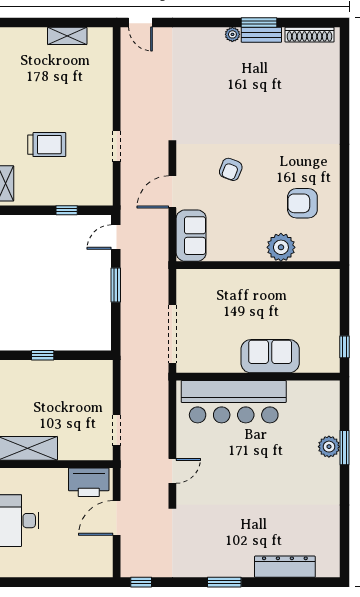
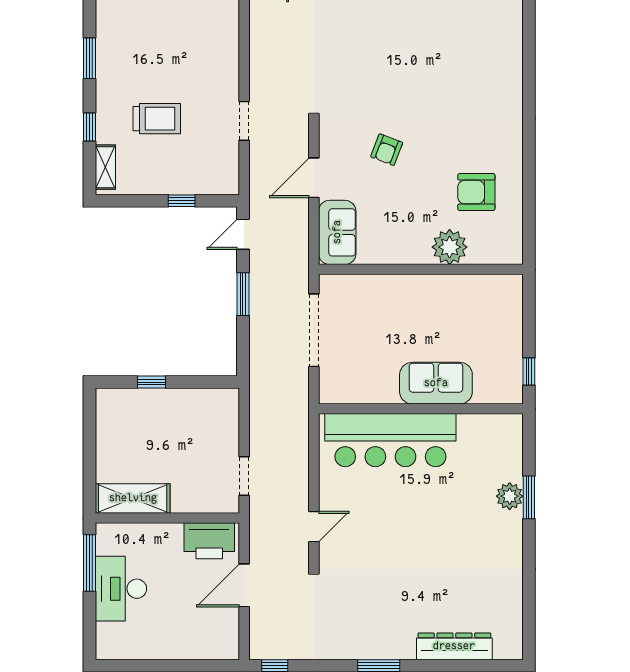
doorway: (172, 334) -> (314, 330), moved

